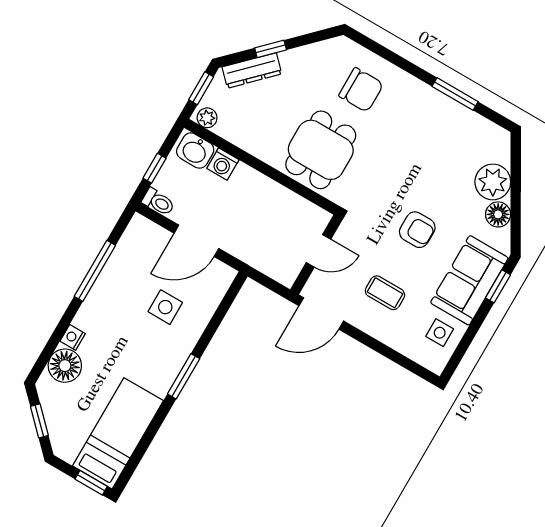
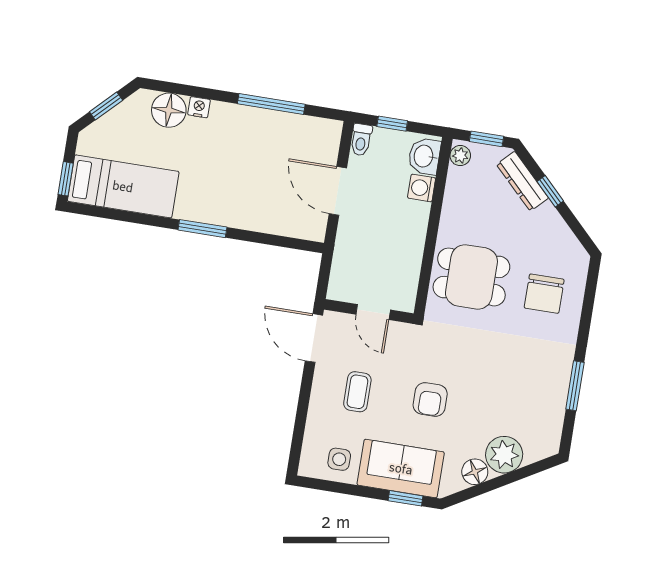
side table: (165, 307) -> (262, 185), removed

